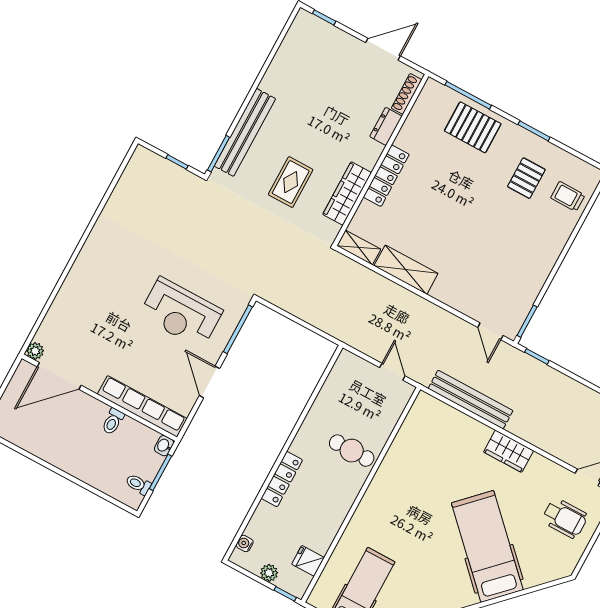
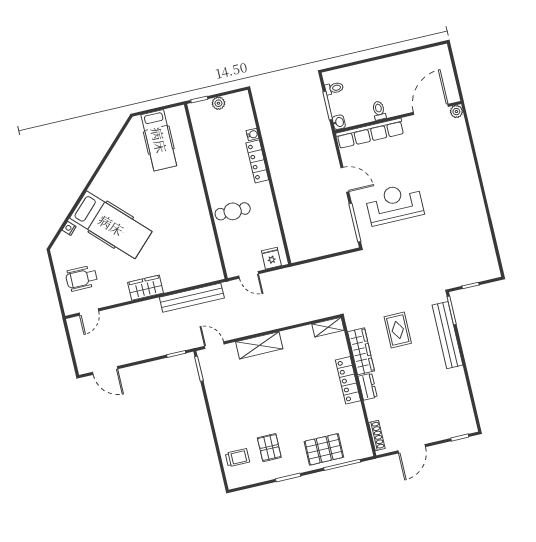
dresser: (386, 126) -> (368, 387), moved
shelving: (406, 270) -> (259, 345), moved
water cooler: (245, 544) -> (253, 134), moved
fridge: (308, 561) -> (271, 258), moved, turned -90
nightstand: (533, 580) -> (69, 228), added

